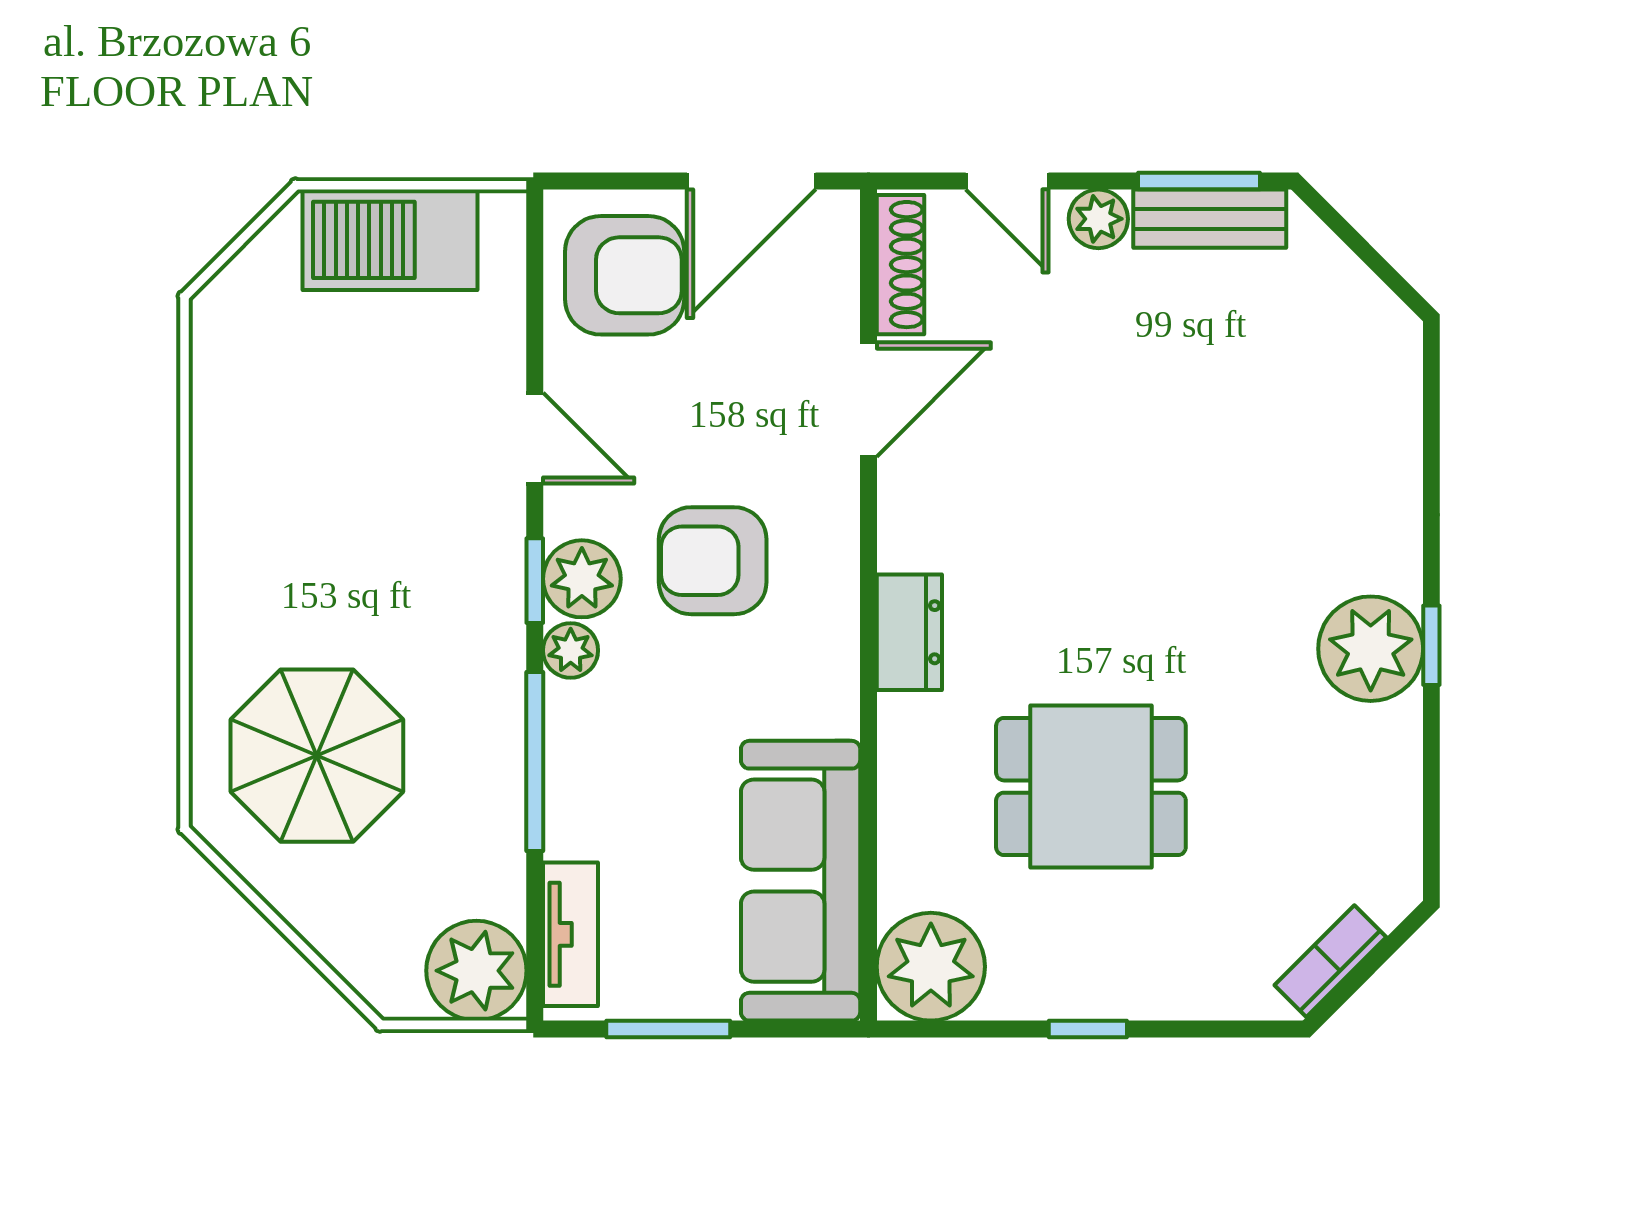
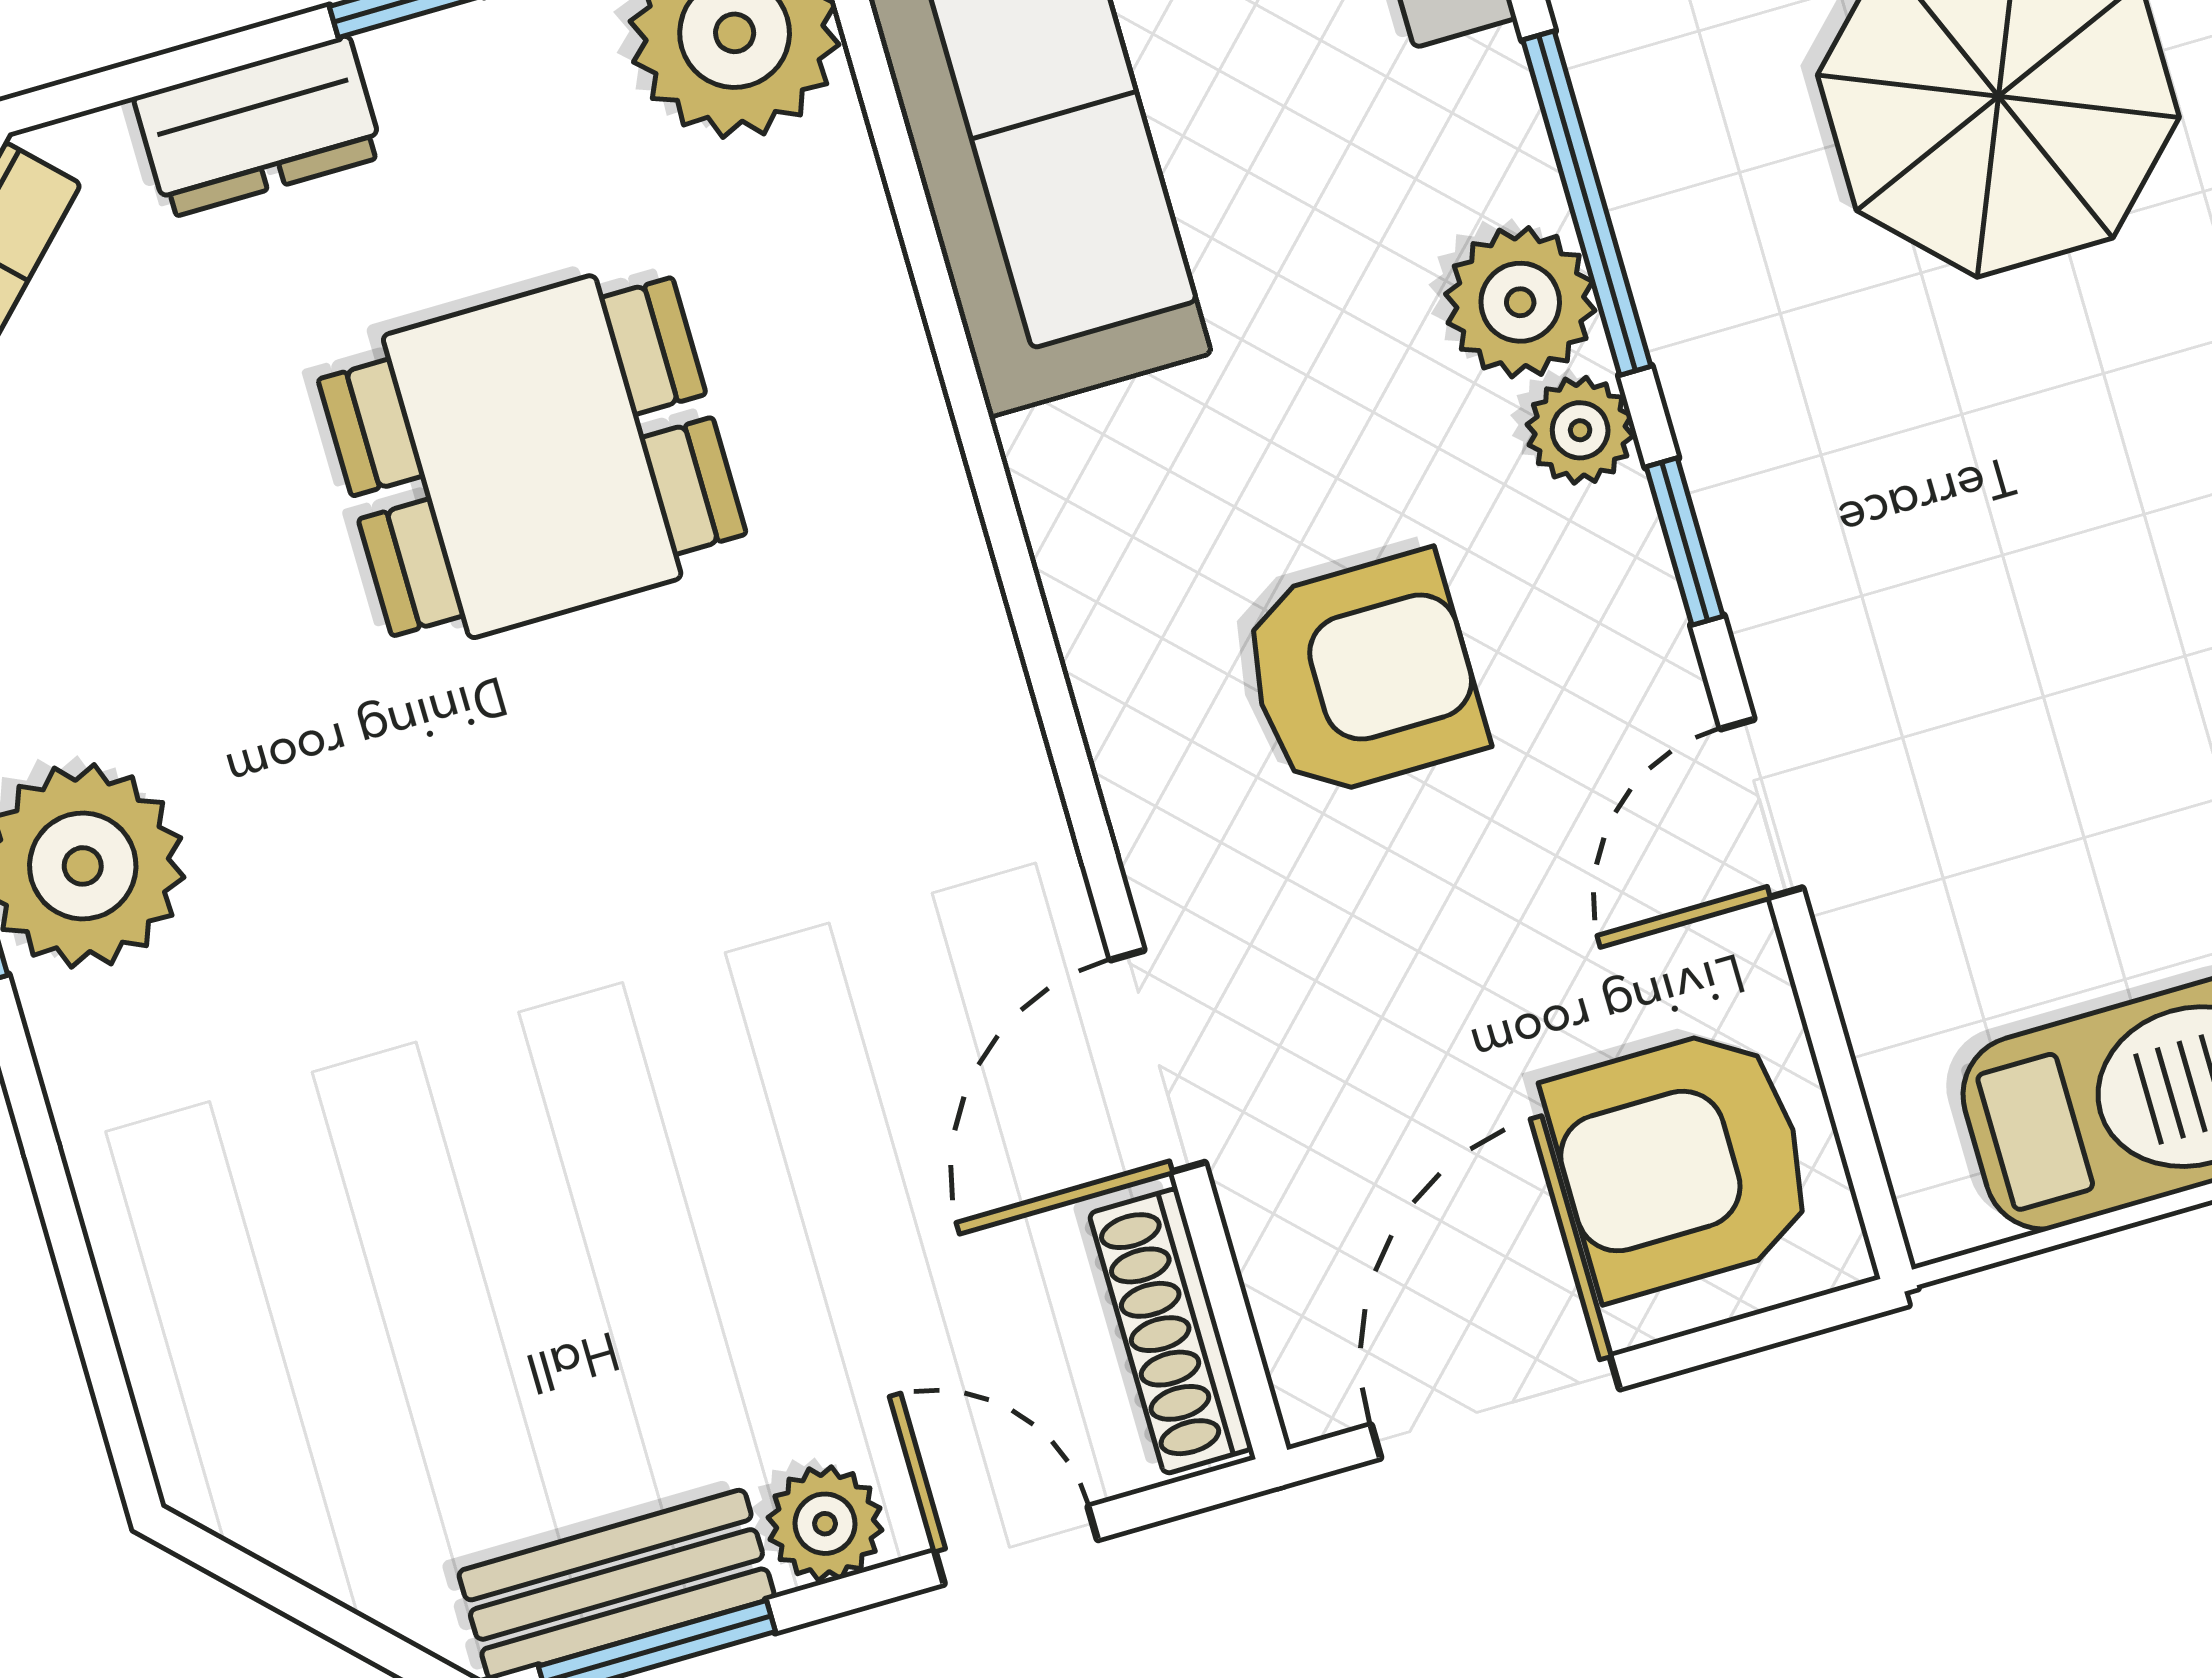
door: (535, 438) -> (1762, 808), hinge flipped
plant: (582, 579) -> (1520, 302), moved
dresser: (909, 632) -> (259, 127), moved, turned -90

